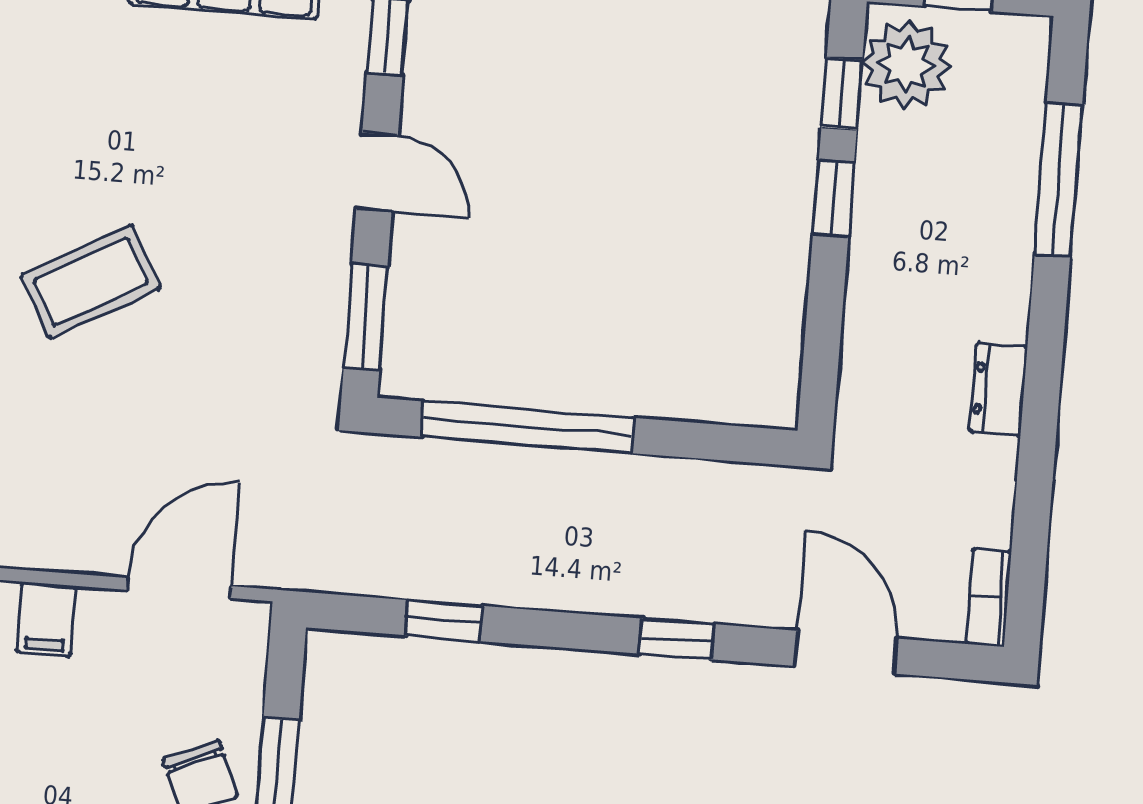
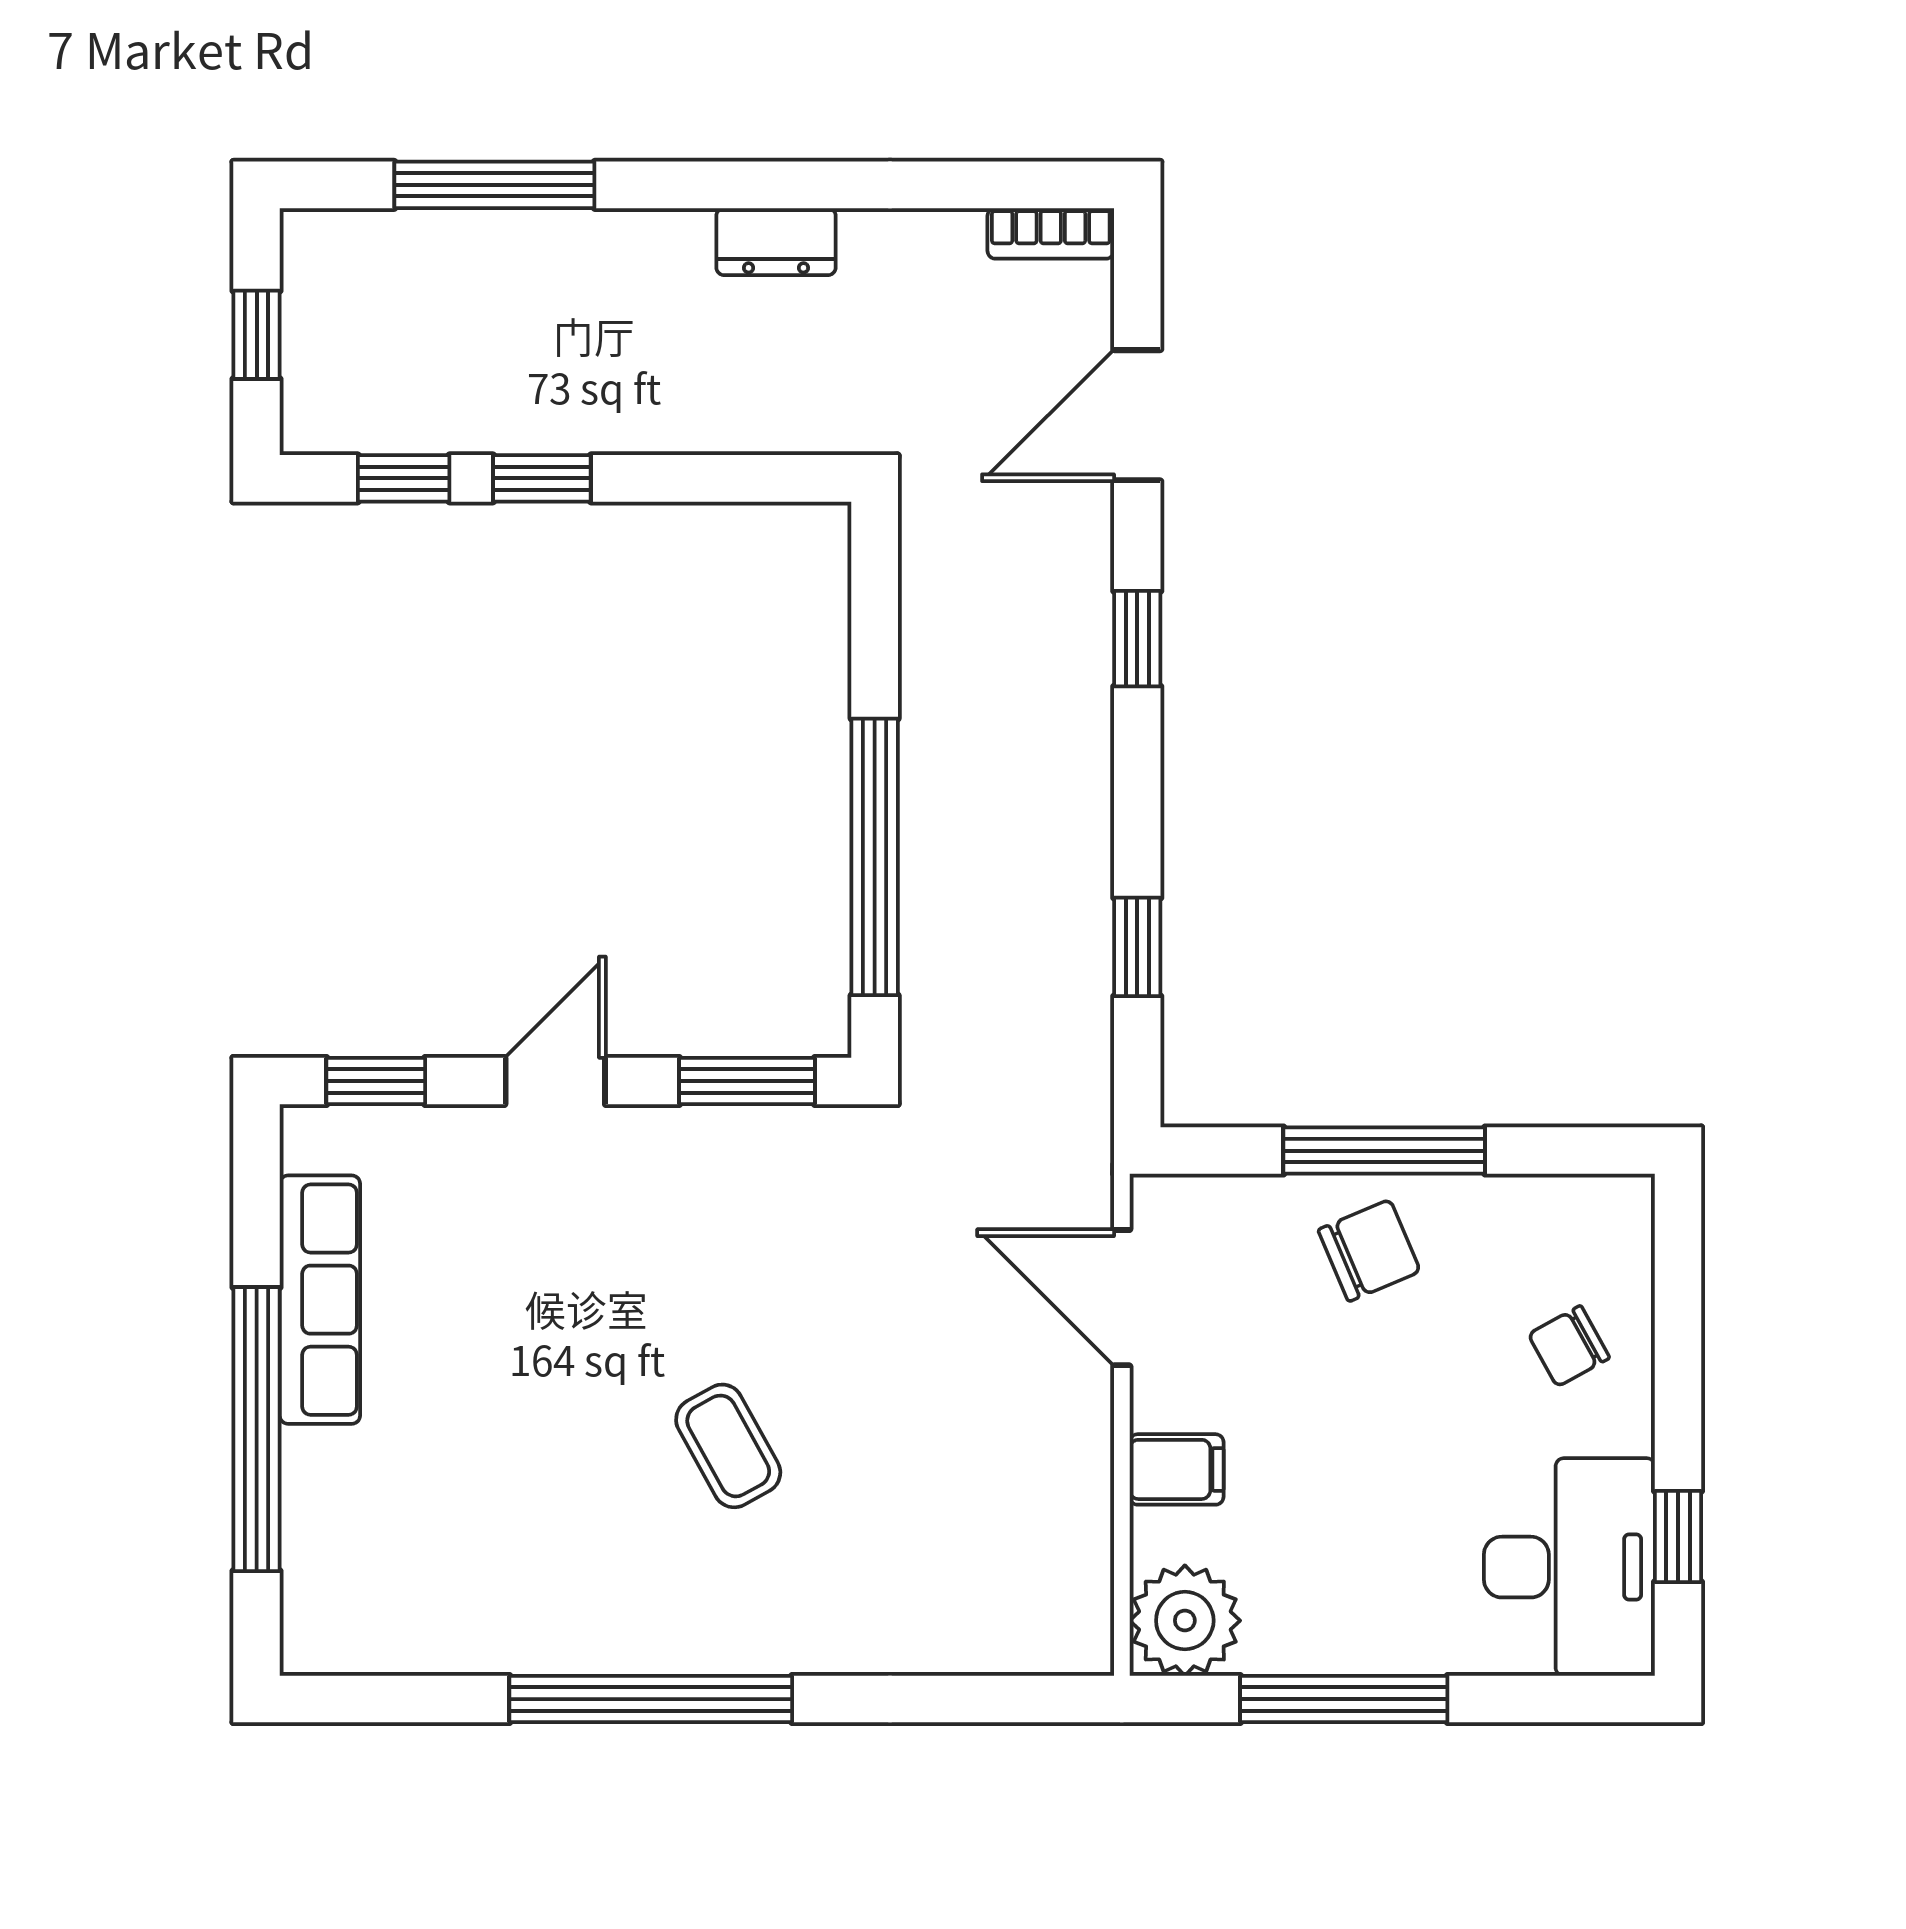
plant: (906, 65) -> (359, 396), removed
coffee table: (91, 281) -> (728, 1446), width x0.73, depth x0.77

